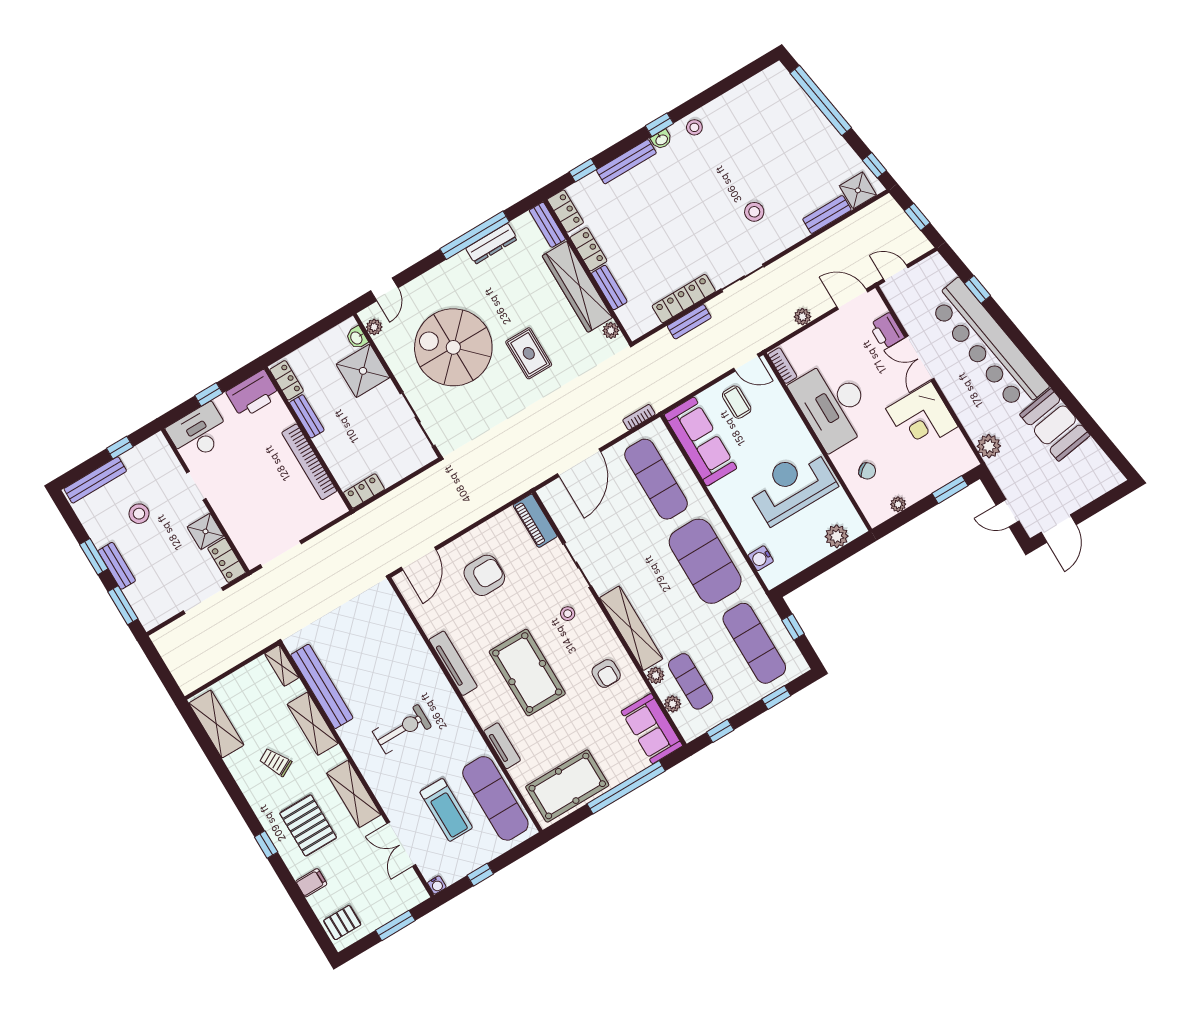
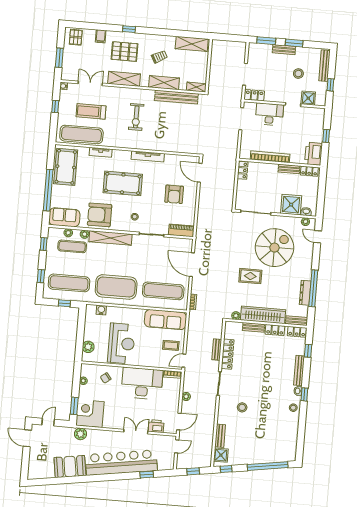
corner desk: (922, 417) -> (90, 414), moved
desk: (199, 433) -> (269, 114), moved, turned -90
shower: (205, 531) -> (308, 98), moved
armchair: (606, 674) -> (100, 215), width x1.88, depth x1.88

